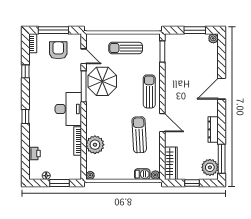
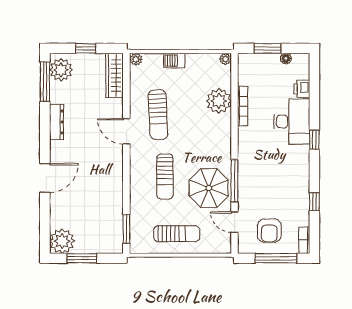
plant: (213, 38) -> (62, 241), width x1.87, depth x1.87
sun lounger: (149, 91) -> (165, 176), moved
desk: (68, 109) -> (292, 122), moved, turned 180
barbecue: (142, 174) -> (174, 61), moved

